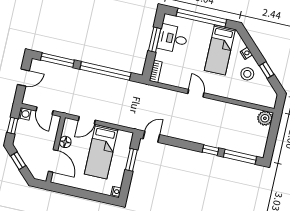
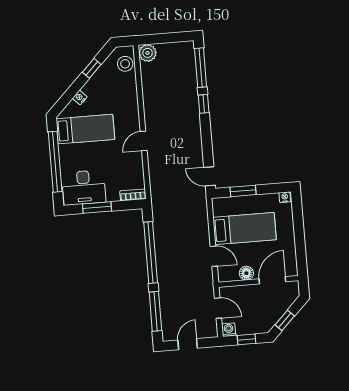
desk: (173, 39) -> (84, 188), width x1.37
stool: (247, 74) -> (125, 64), moved
door: (23, 78) -> (188, 344), hinge flipped
door: (45, 111) -> (218, 308), hinge flipped

